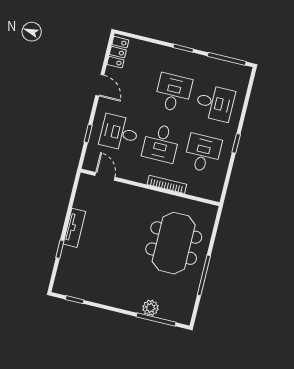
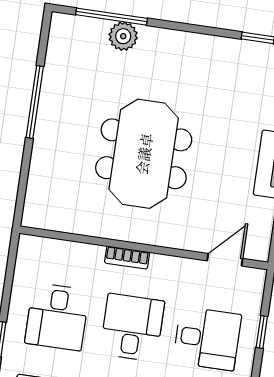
door: (105, 176) -> (225, 260), swing flipped
bookcase: (167, 184) -> (127, 258), width x0.64
meeting table: (174, 243) -> (144, 154), moved

